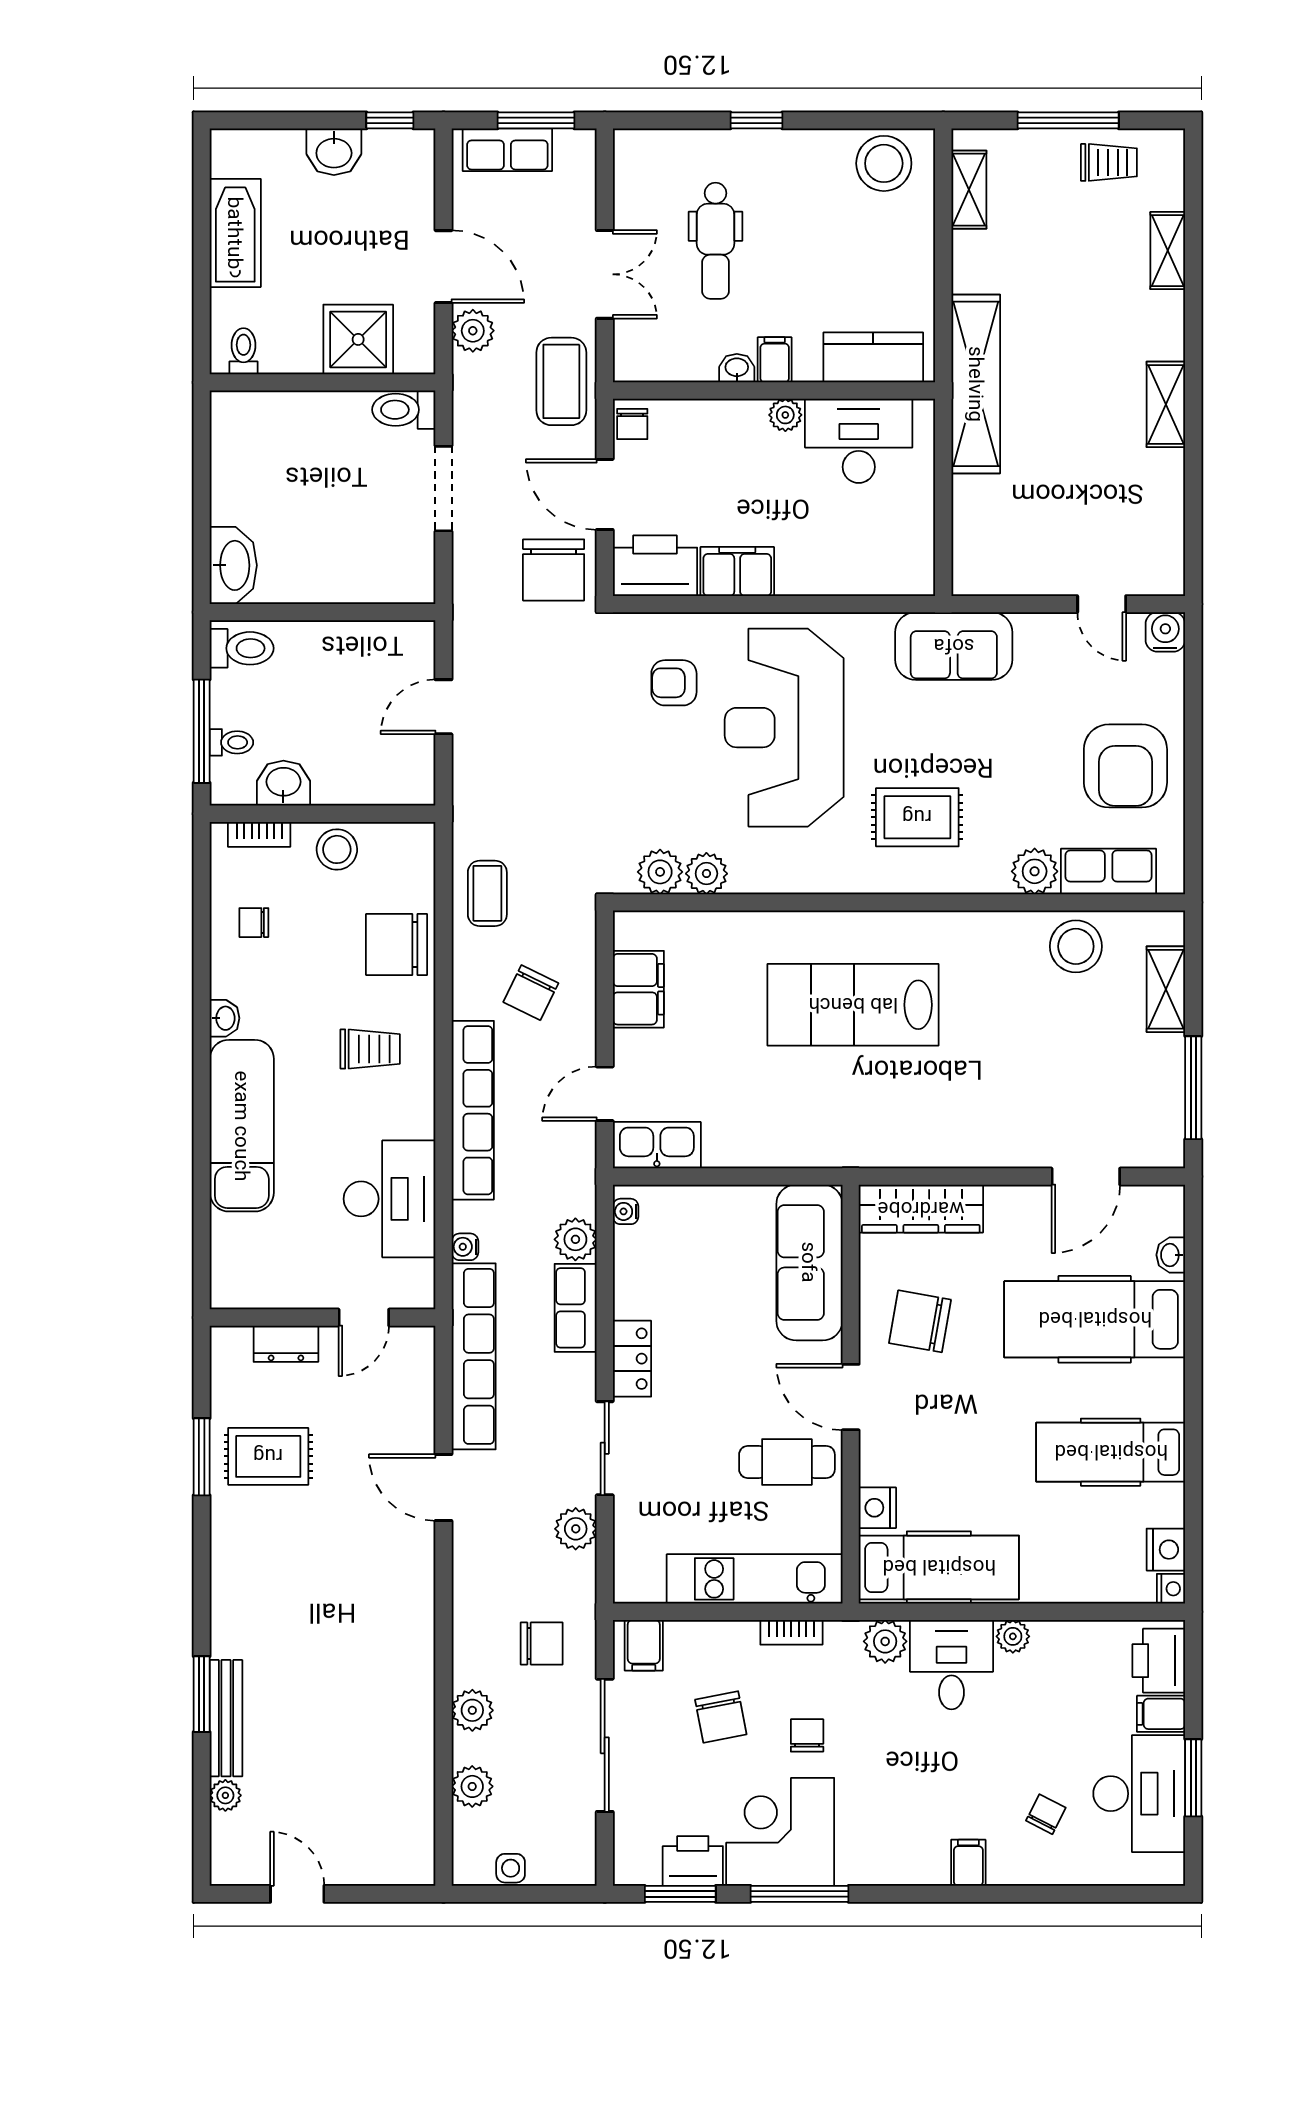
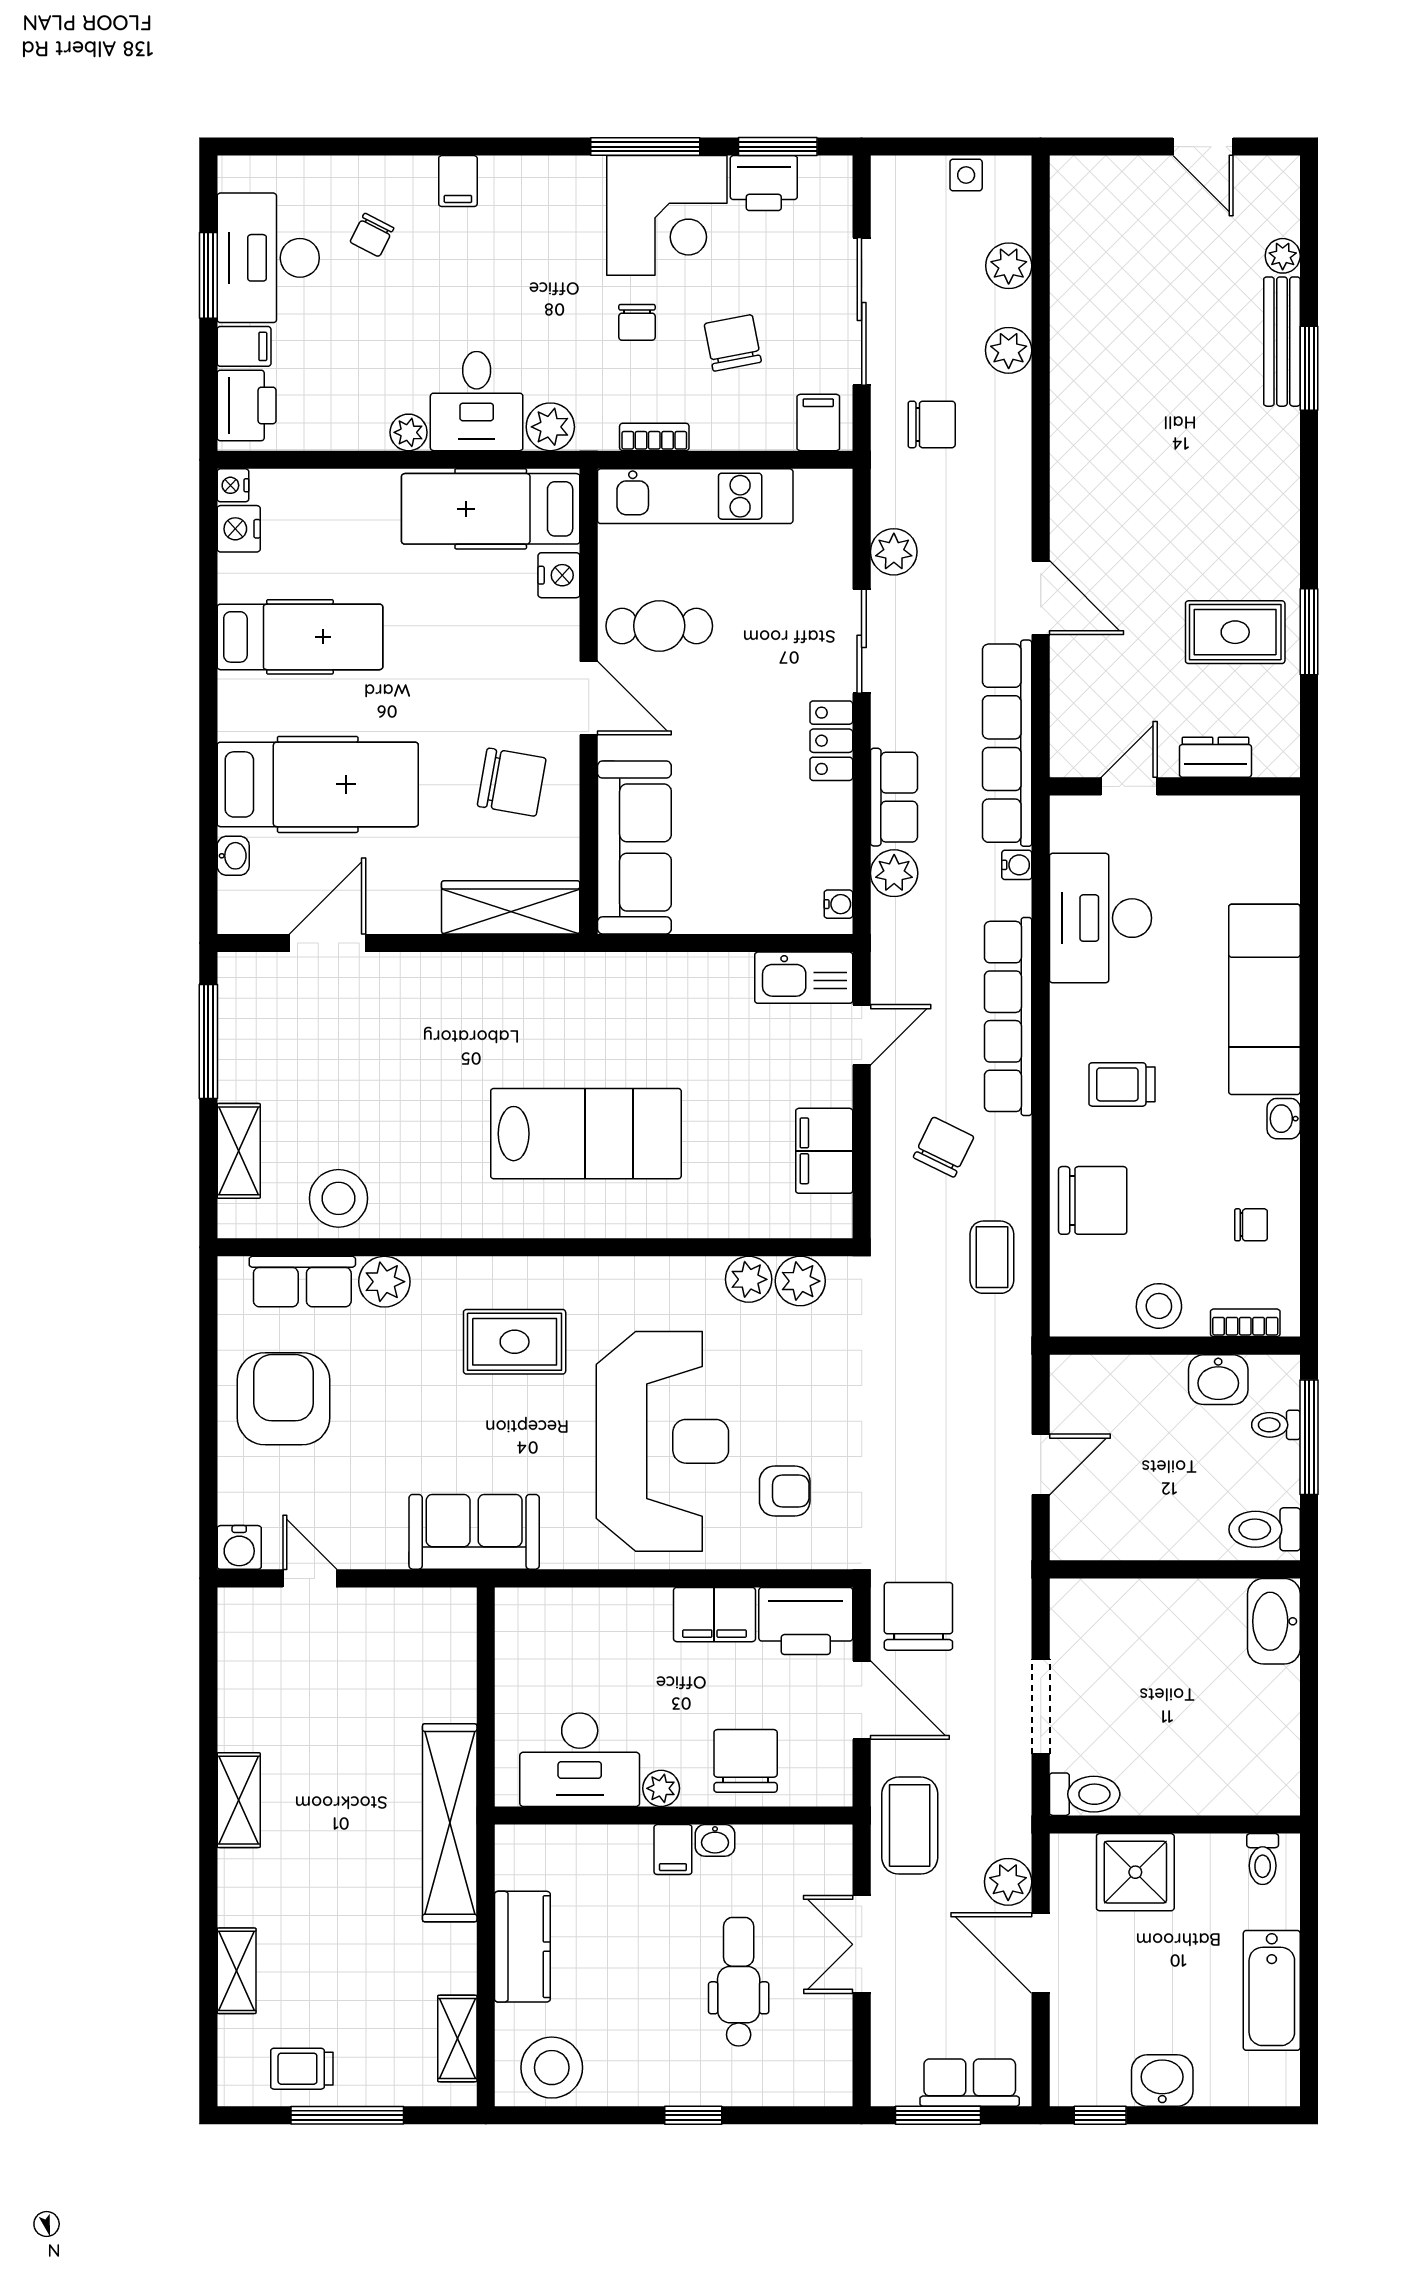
kitchen counter: (873, 357) -> (522, 1947), moved, turned -90
chair: (632, 424) -> (746, 1761), moved, width x1.87, depth x1.87
chair: (542, 1644) -> (932, 424), turned 180

